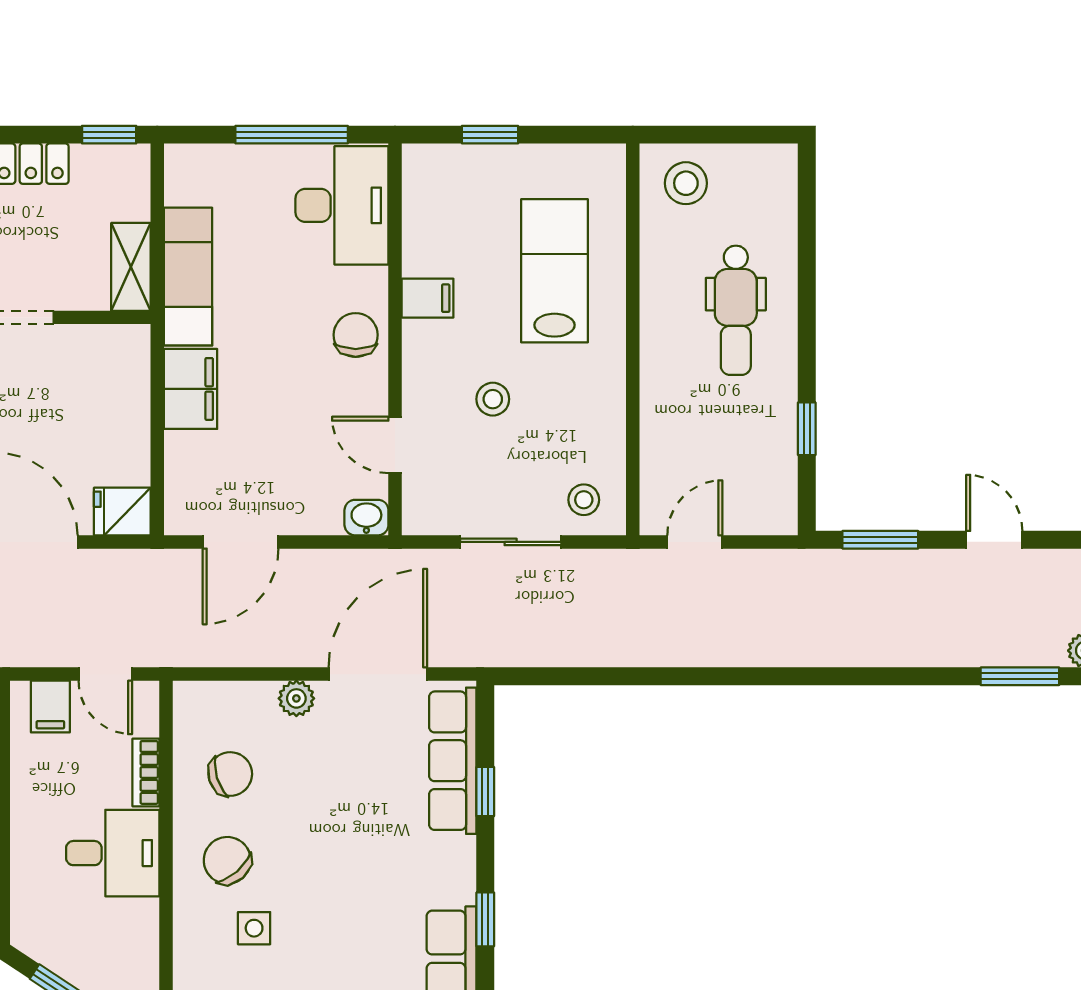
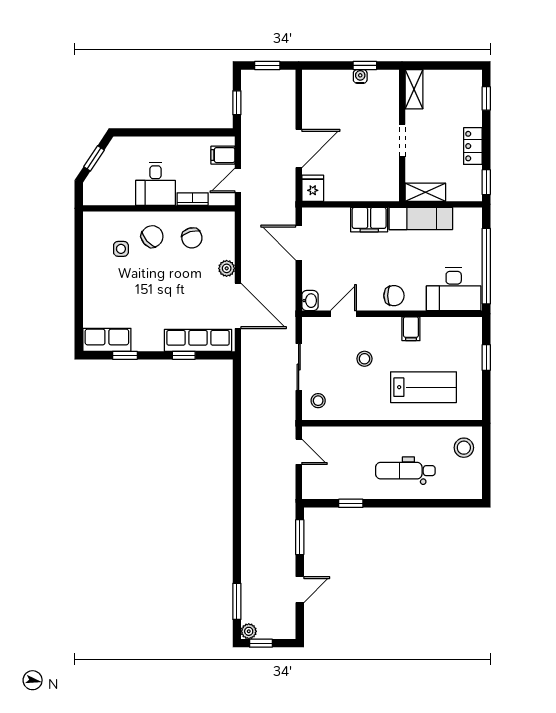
window: (292, 135) -> (486, 266), width x1.46

